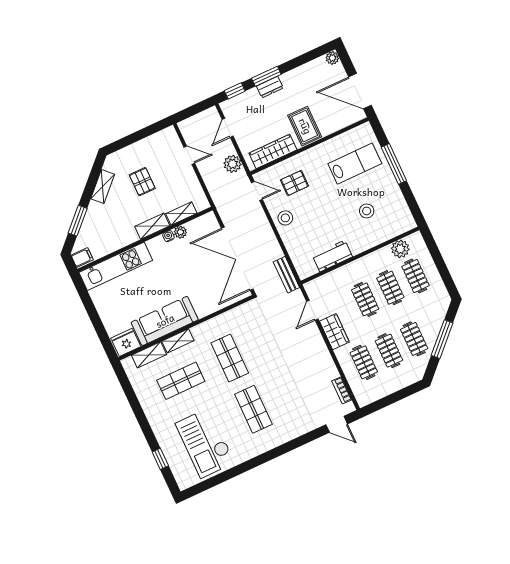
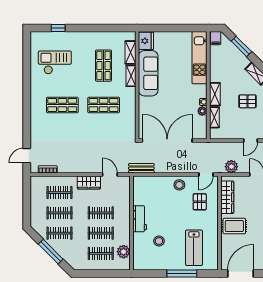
workbench: (332, 256) -> (140, 219), moved
checkout: (205, 443) -> (55, 62), width x0.73, depth x0.83

